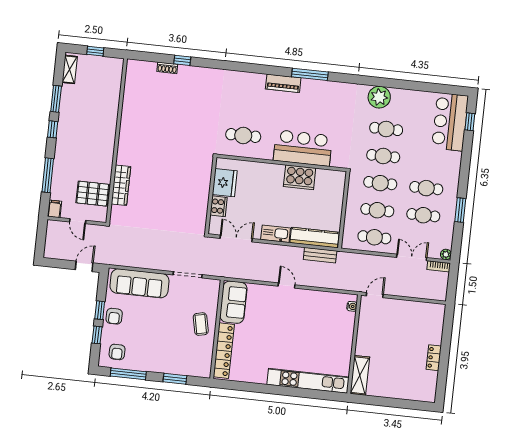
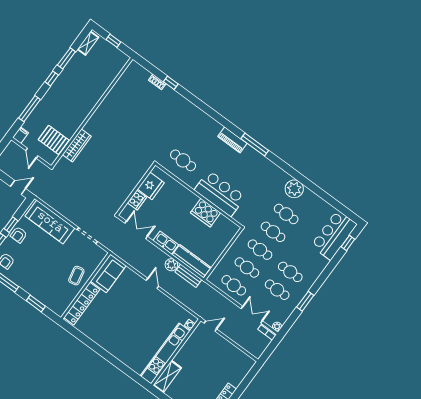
plant: (295, 254) -> (171, 265), added
kitchen unit: (308, 381) -> (165, 353), moved, turned -90

